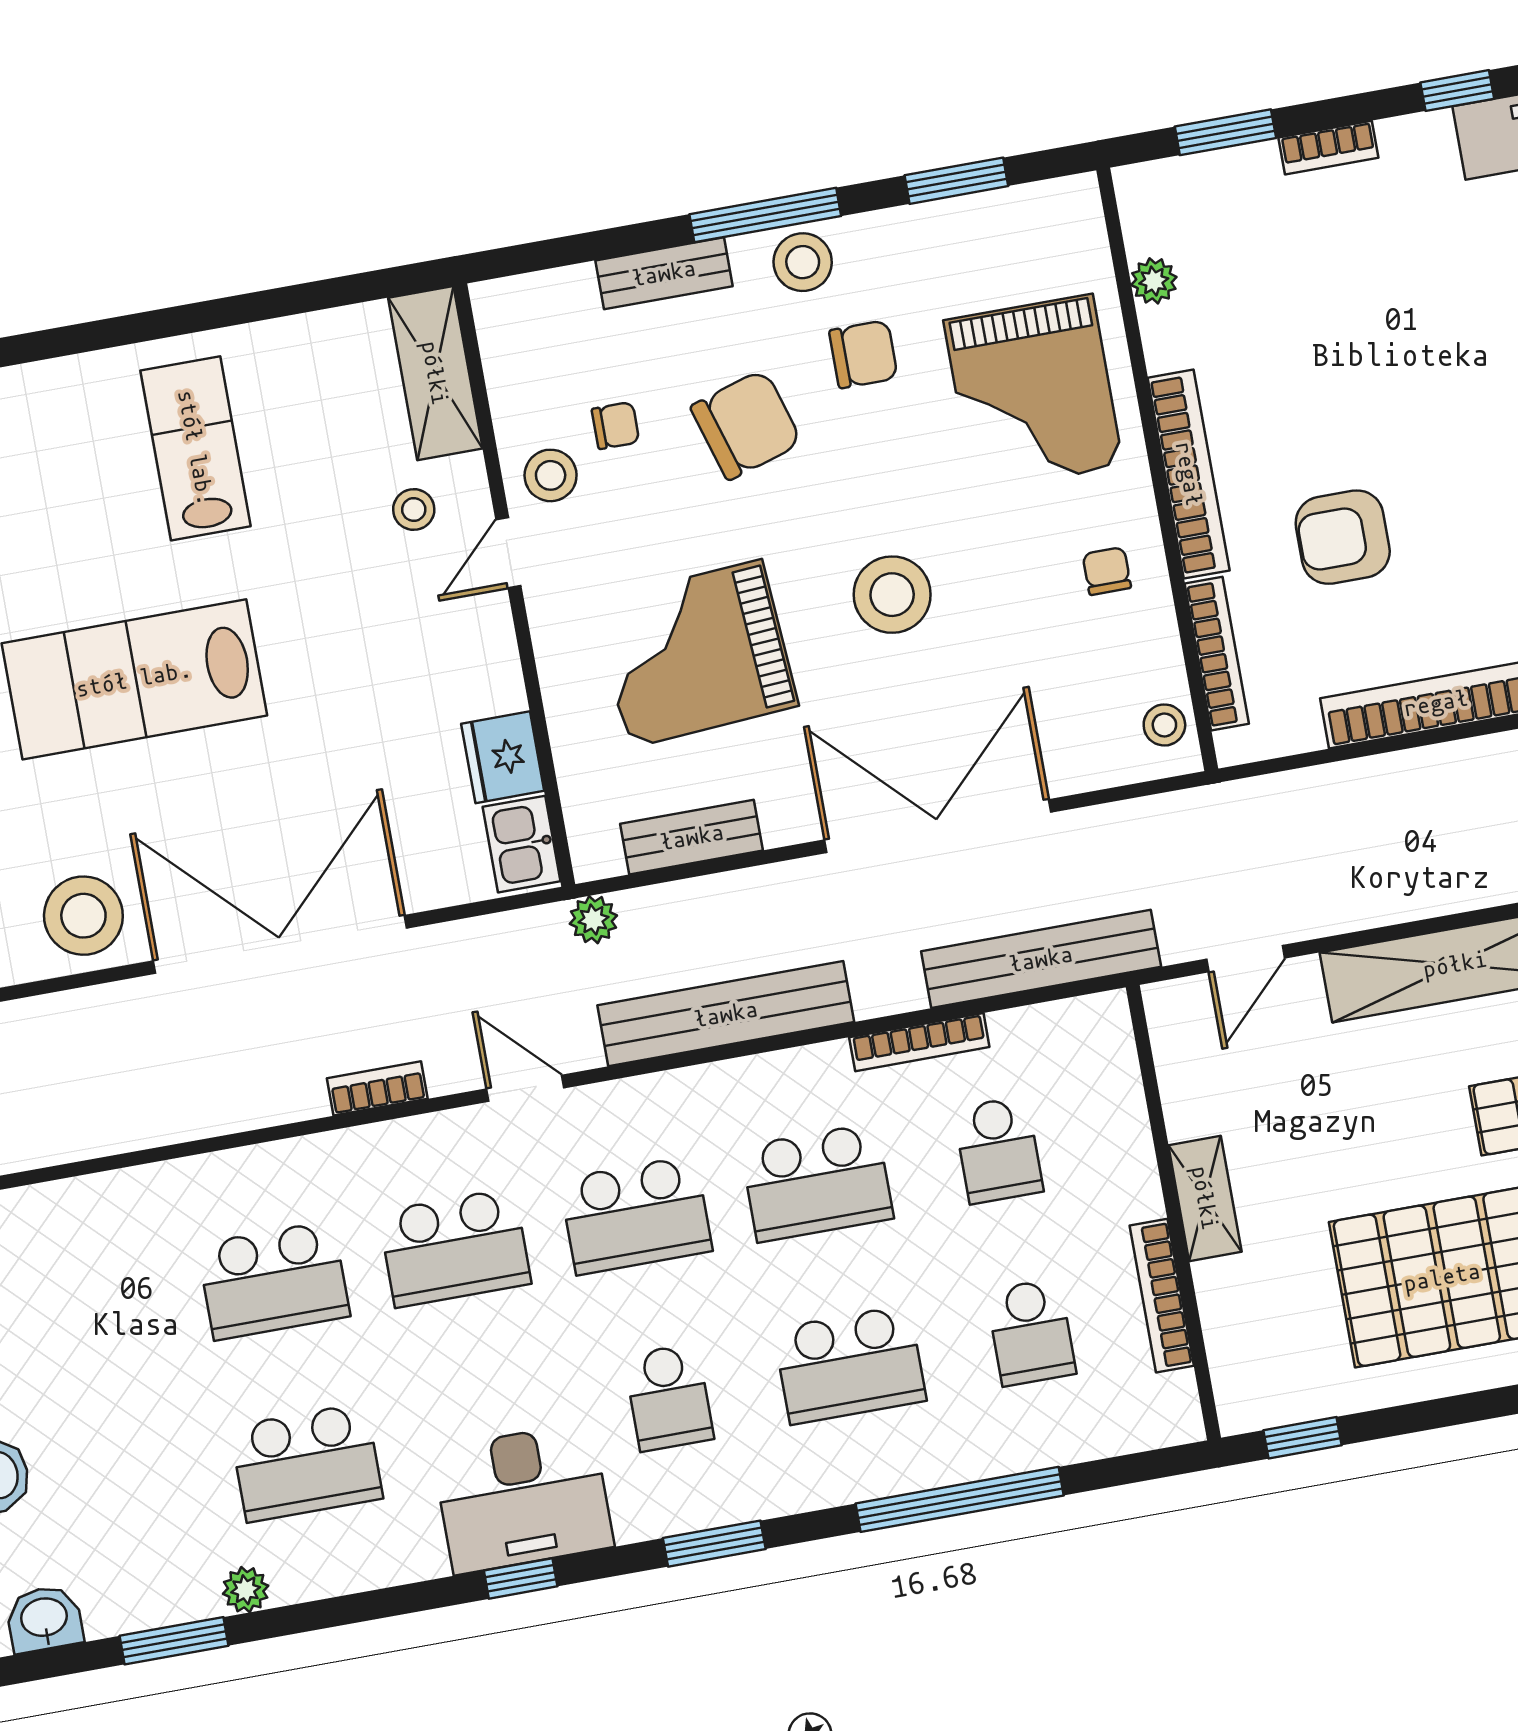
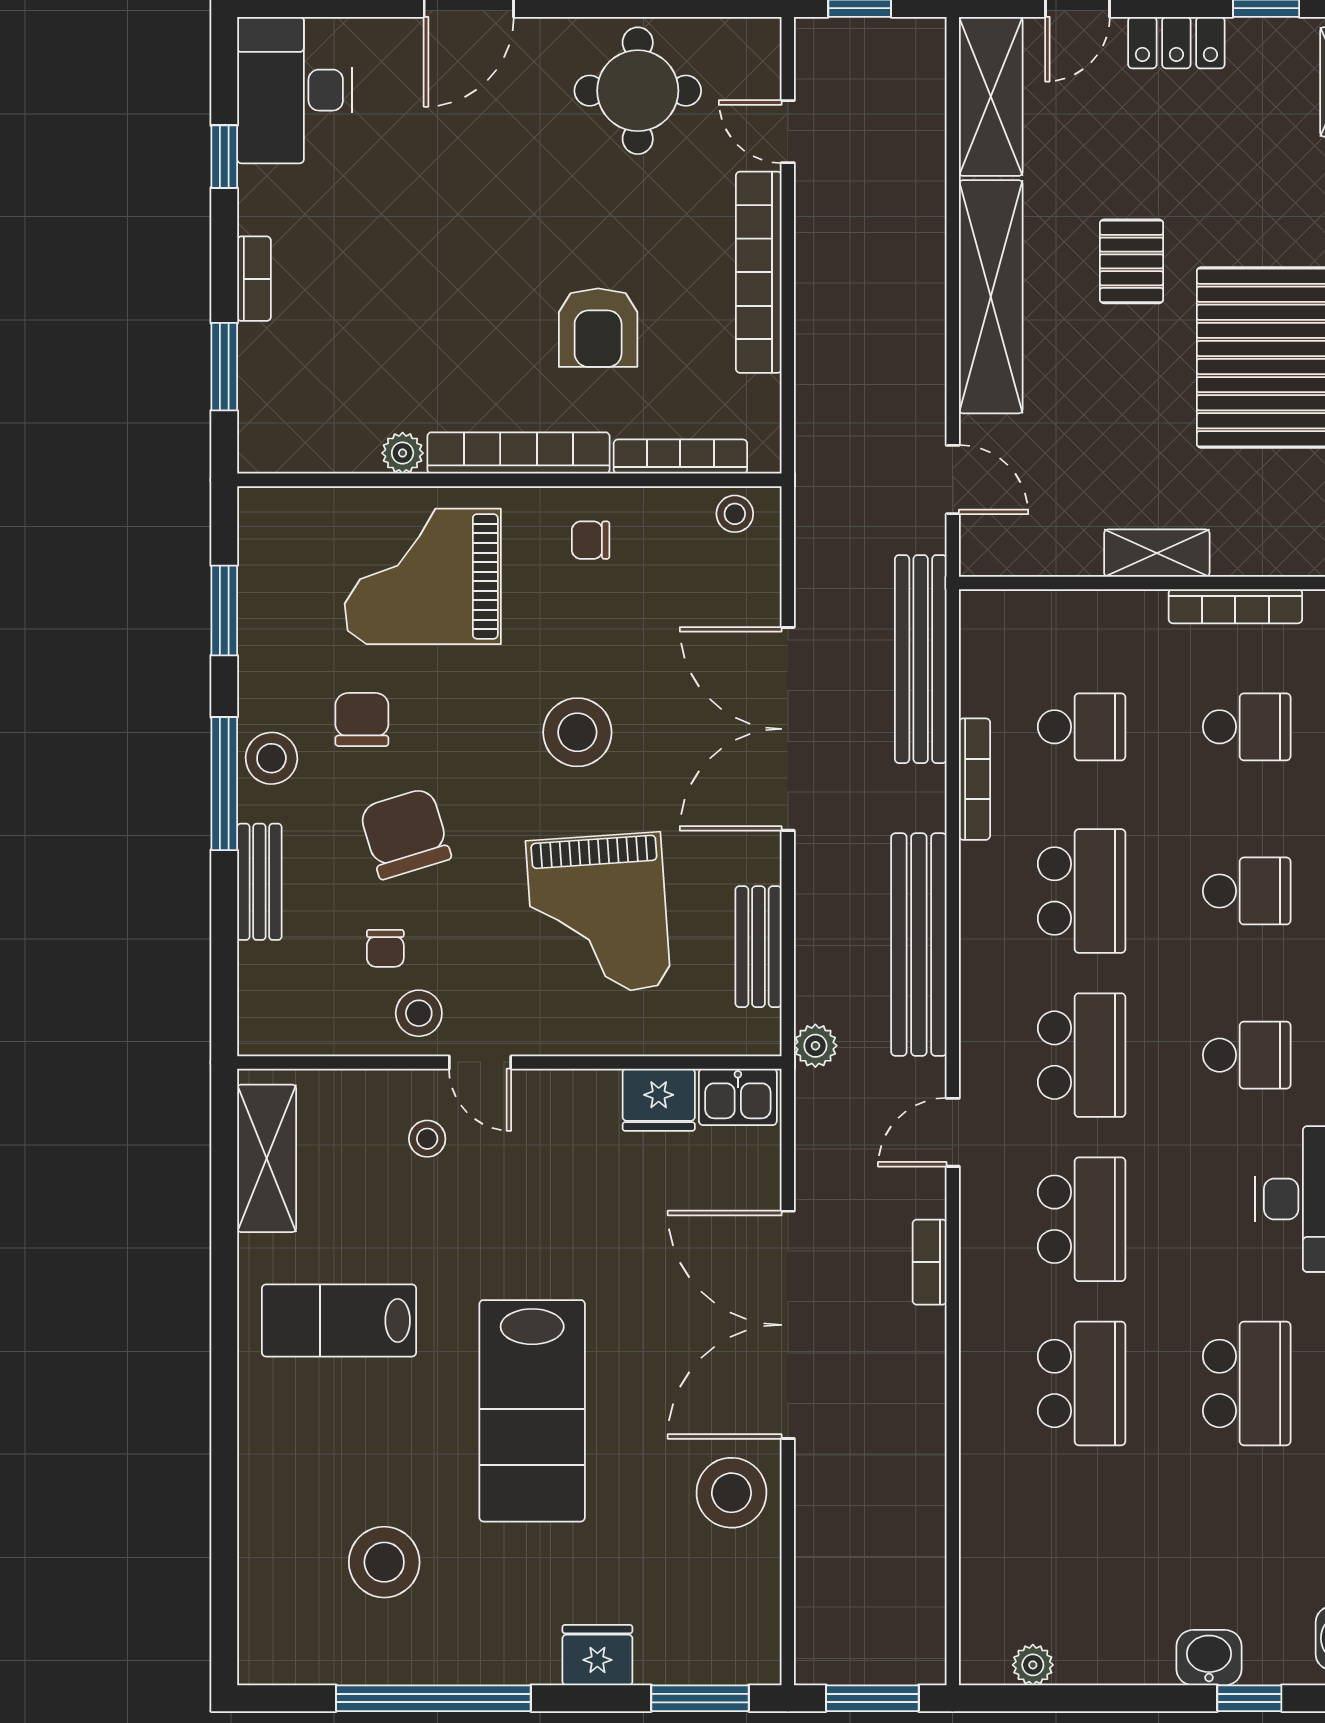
plant: (1154, 281) -> (403, 453), moved
shelving: (435, 373) -> (267, 1158), moved, turned 90
grand piano: (1033, 393) -> (423, 576), turned 180
chair: (615, 425) -> (385, 948), turned 180
school desk: (850, 1365) -> (1247, 891), width x0.54

